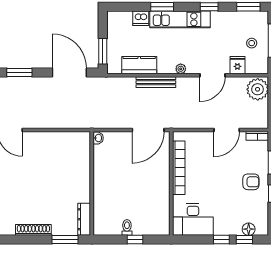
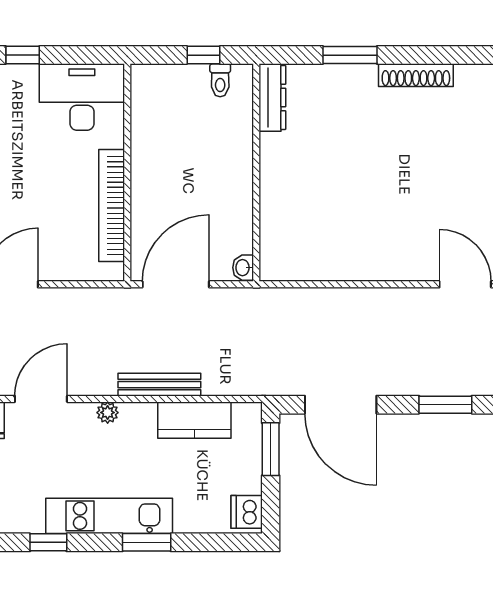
dishwasher: (141, 18) -> (247, 512), moved, turned -90
washbasin: (98, 138) -> (243, 268), moved
wall: (92, 183) -> (256, 173), moved
dresser: (84, 219) -> (272, 97), moved

